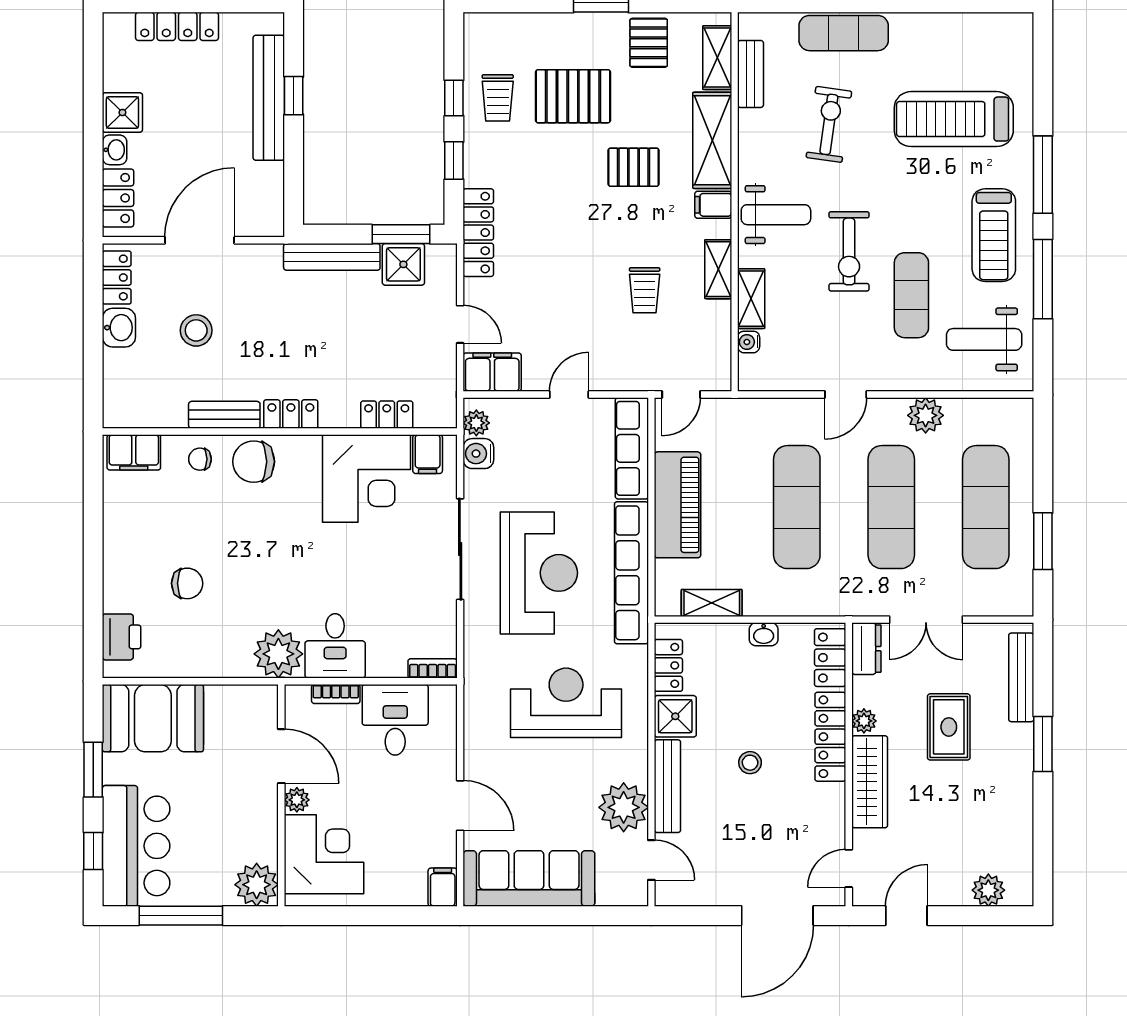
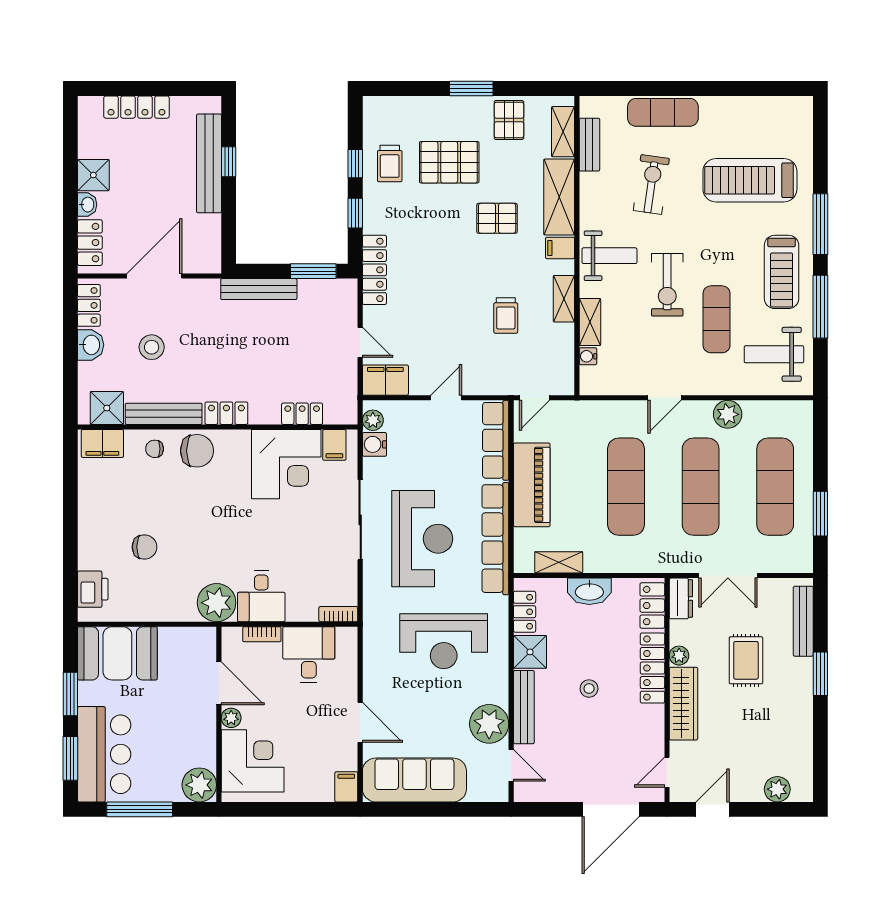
shower: (403, 264) -> (107, 408), moved
bench: (224, 415) -> (164, 414), width x1.36
chair: (254, 462) -> (197, 451), turned 180
washbasin: (764, 634) -> (589, 591), width x1.91, depth x1.45
reception desk: (566, 703) -> (444, 641), turned 180
window: (93, 851) -> (70, 758), width x1.50

